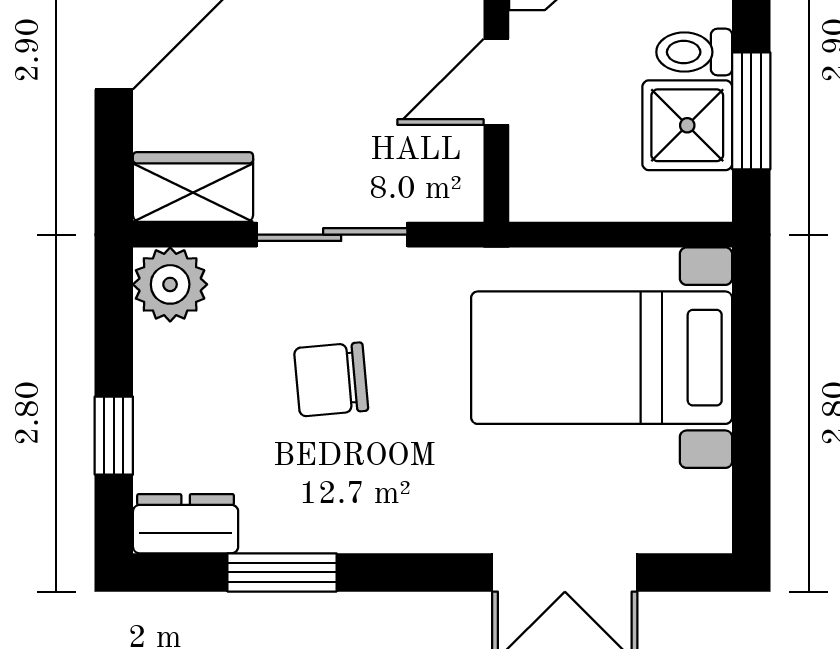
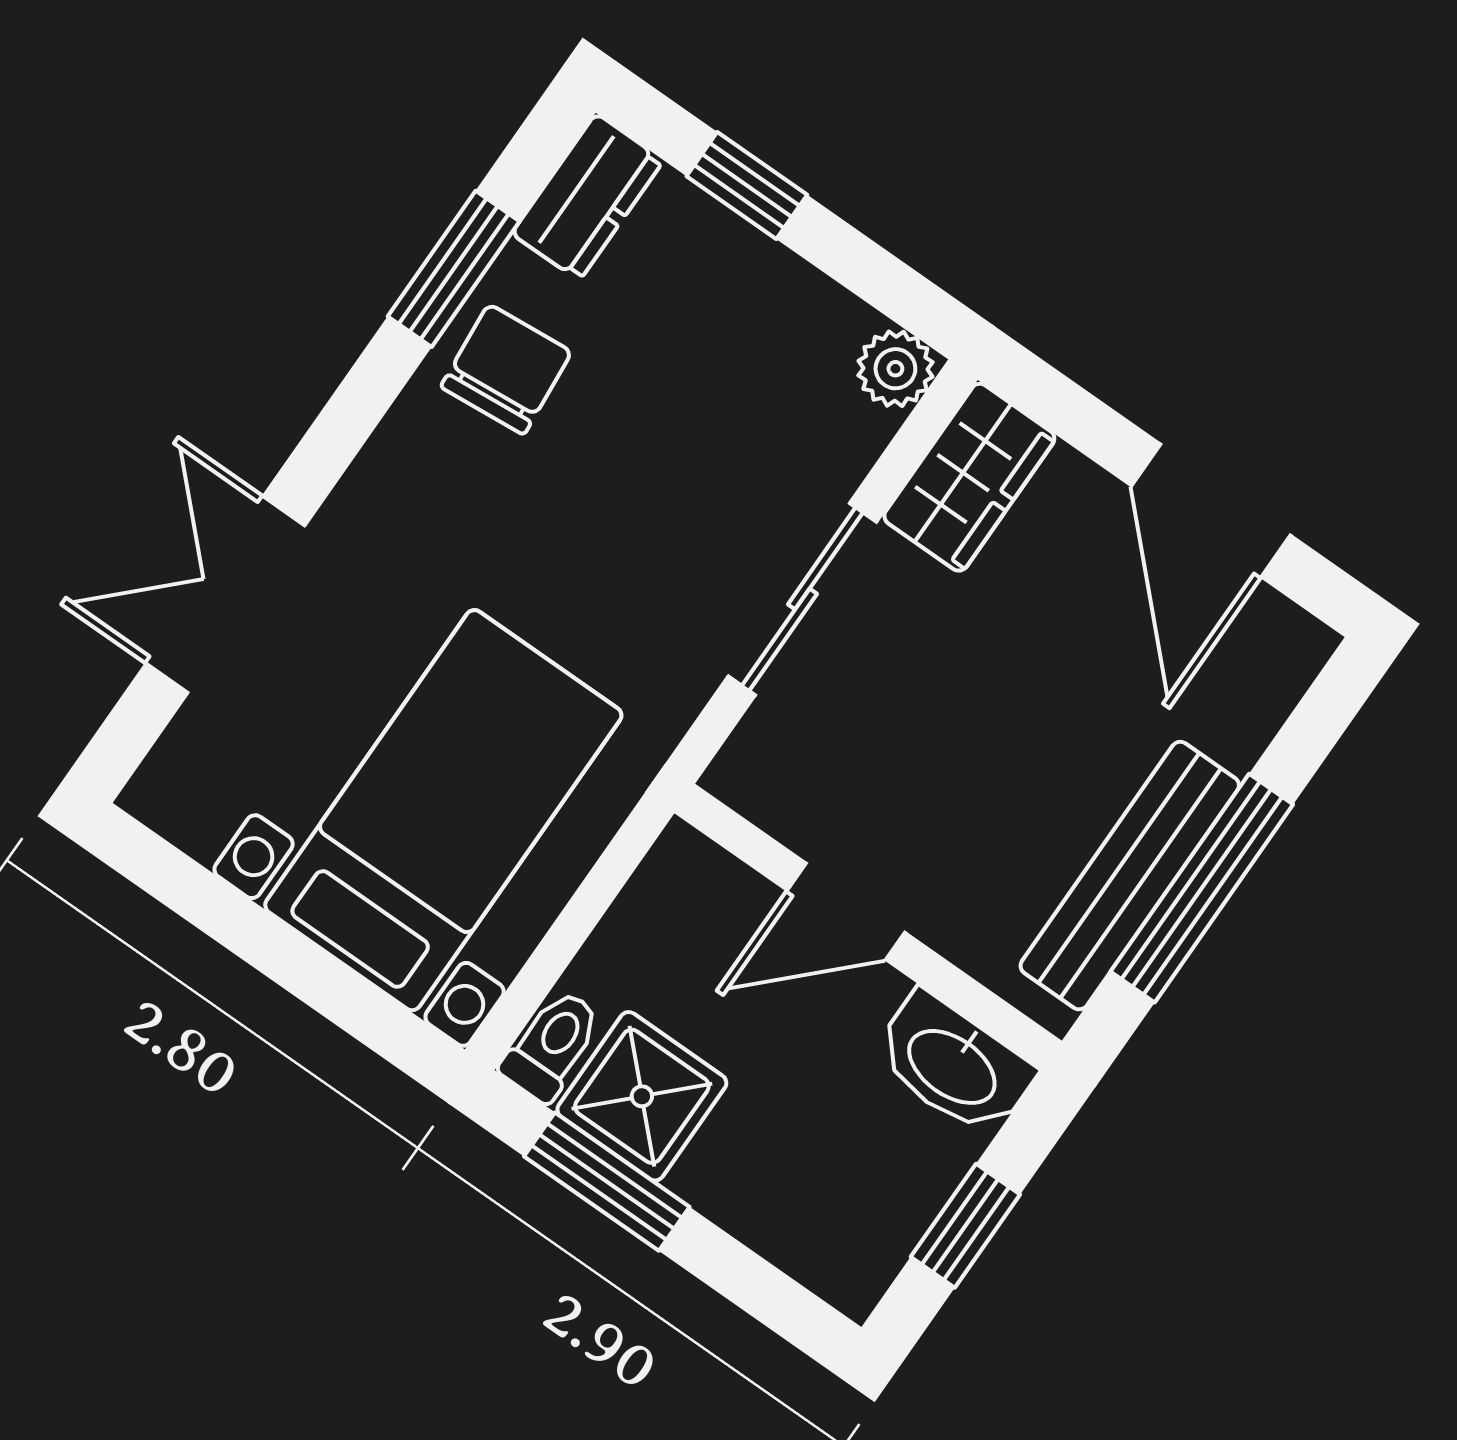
toilet: (694, 52) -> (552, 1045), moved
door: (496, 82) -> (846, 911), swing flipped
plant: (170, 284) -> (895, 369), width x0.73, depth x0.73
chair: (331, 379) -> (506, 369), moved

